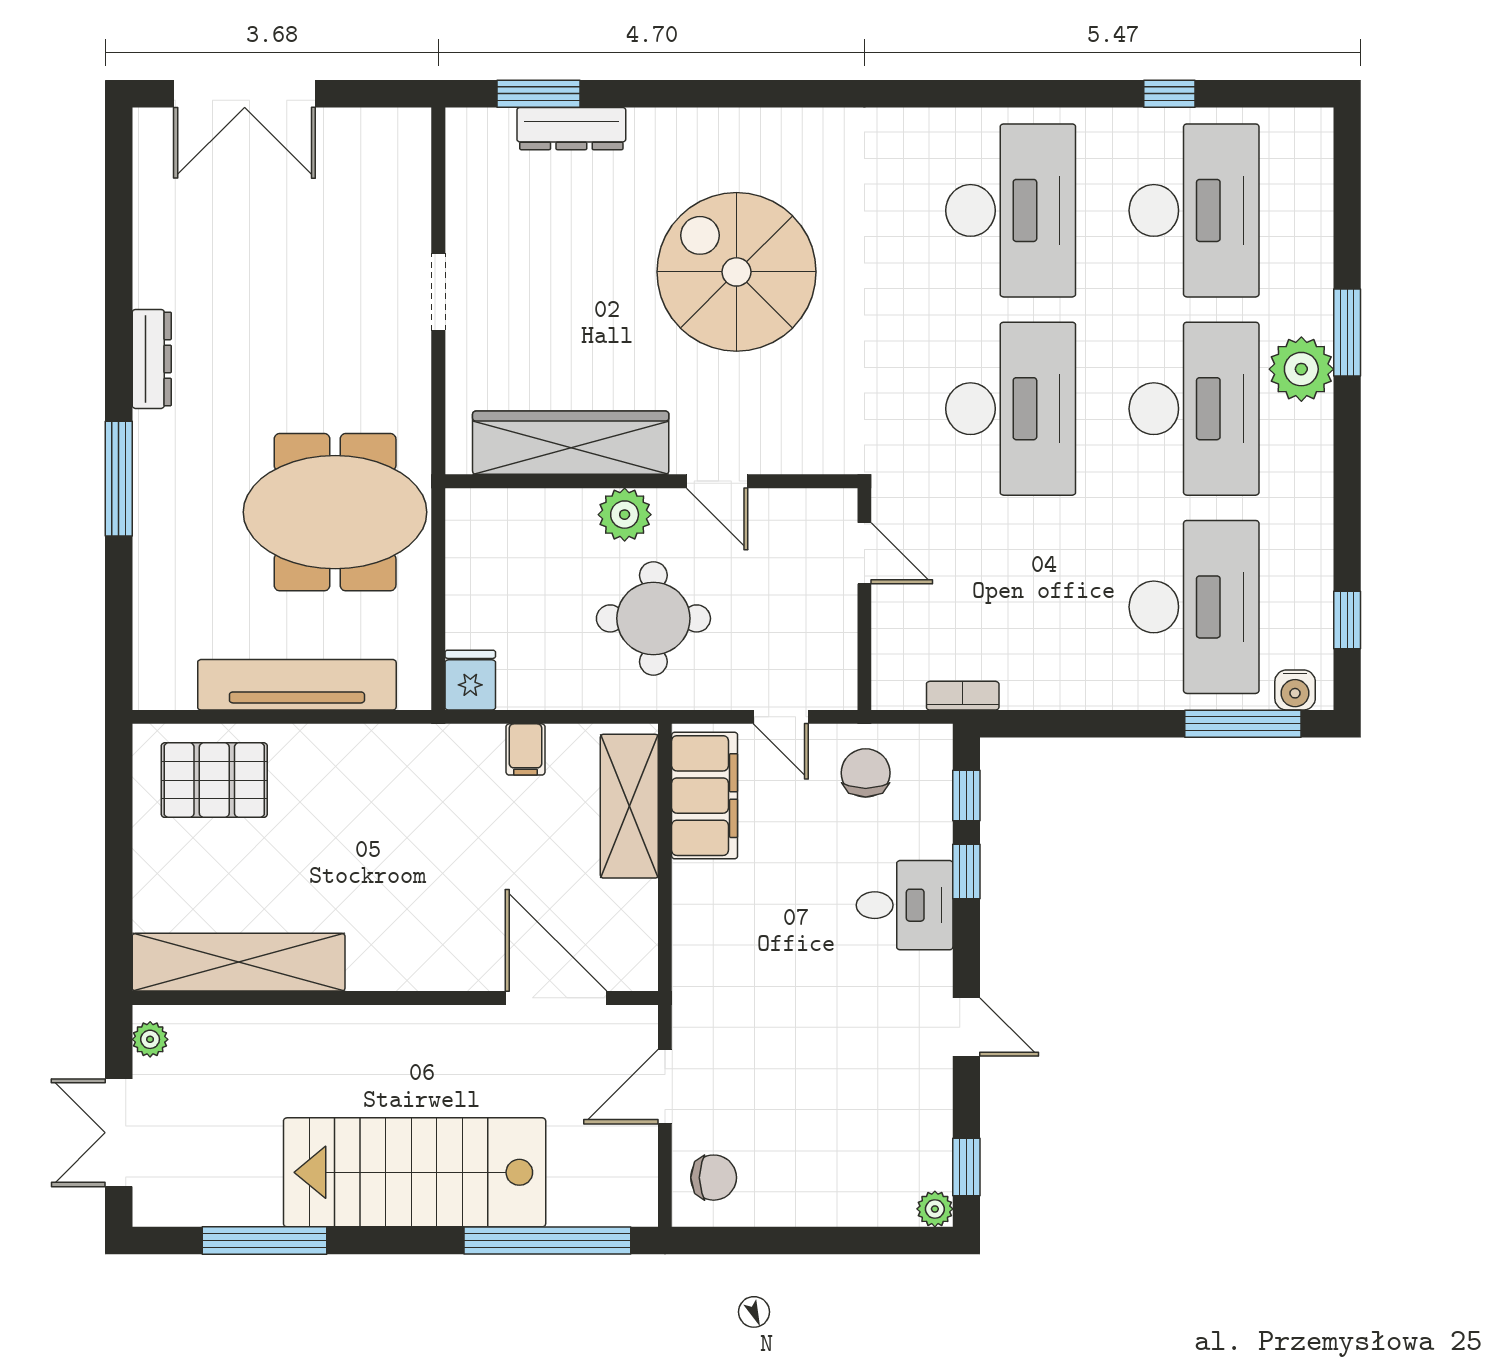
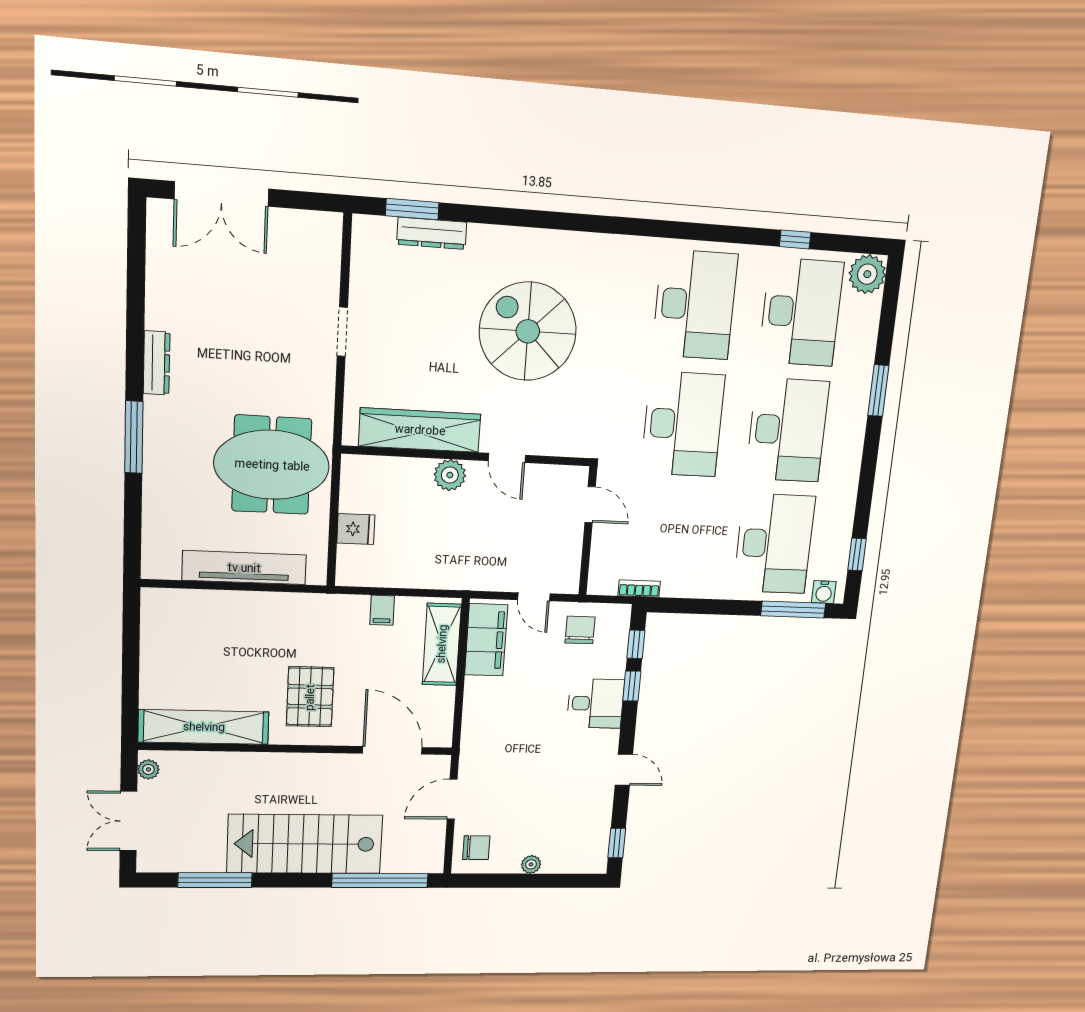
plant: (1301, 369) -> (867, 274), moved
round table: (653, 618) -> (463, 537), removed
fridge: (470, 680) -> (356, 529), moved, turned 90
pallet: (214, 780) -> (310, 697), moved, turned 90
plant: (935, 1209) -> (531, 864), moved

